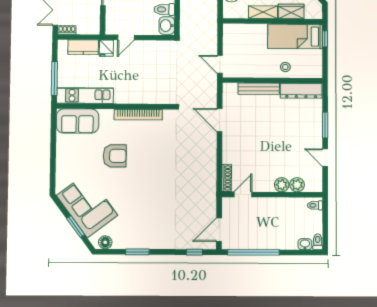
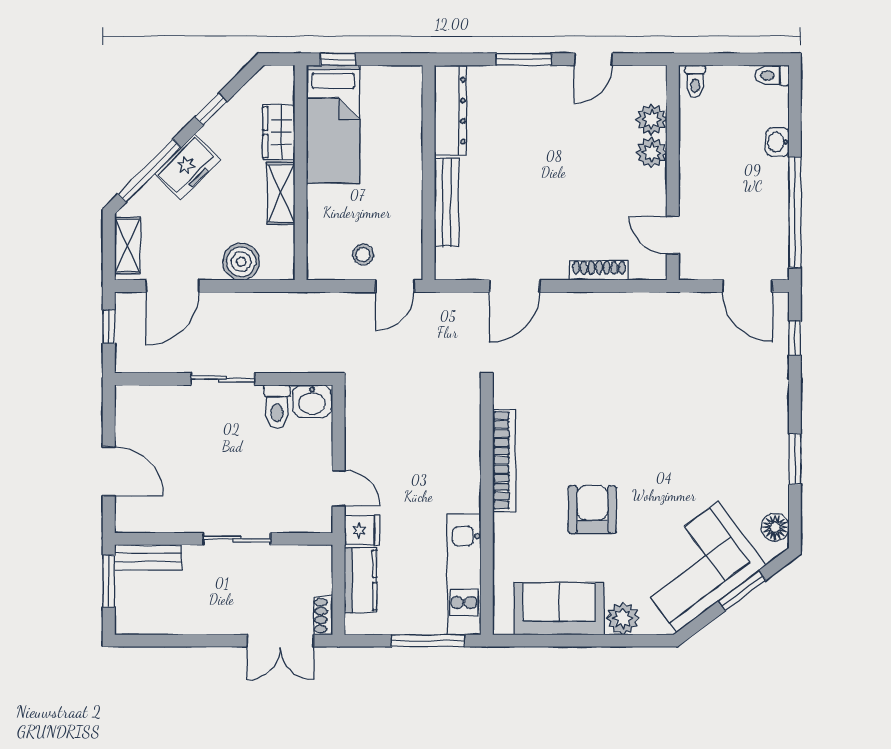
stool: (285, 67) -> (363, 255), moved
sofa: (77, 121) -> (559, 609), moved, turned -90
plant: (63, 170) -> (623, 618), added
shoe rack: (227, 178) -> (599, 270), moved
washbasin: (305, 244) -> (777, 142), moved

